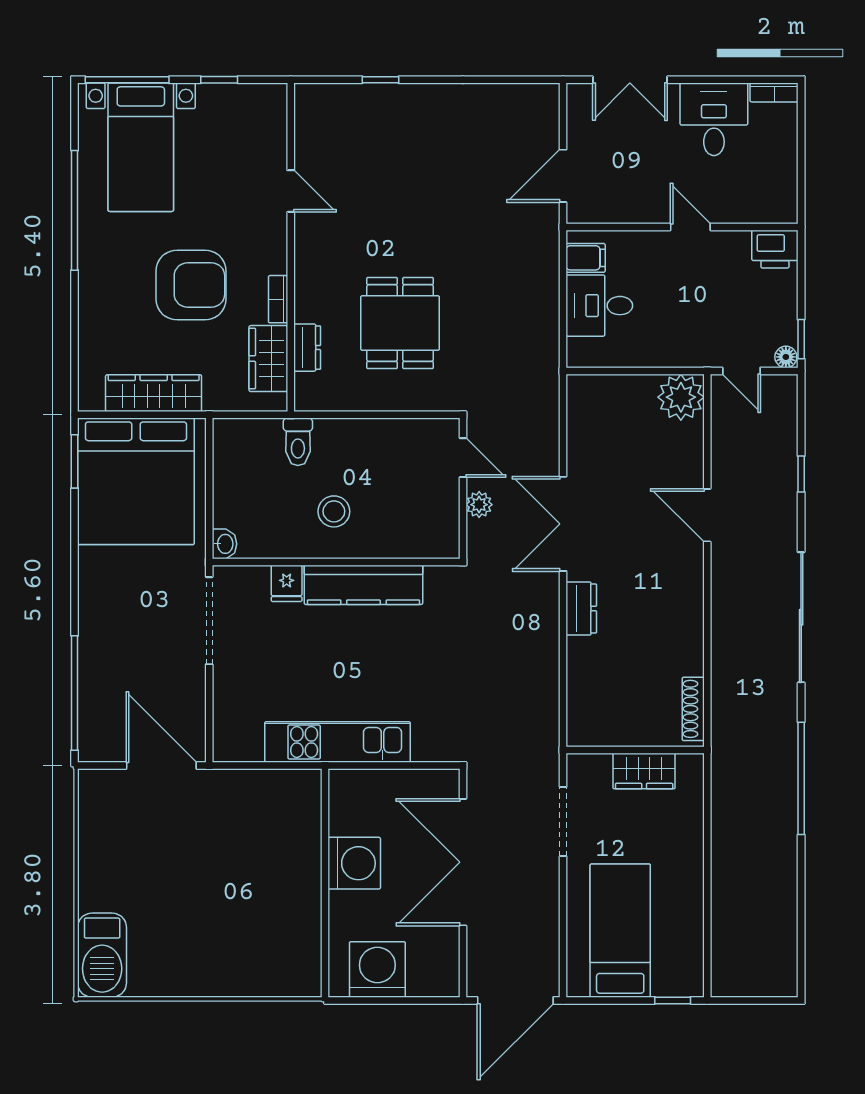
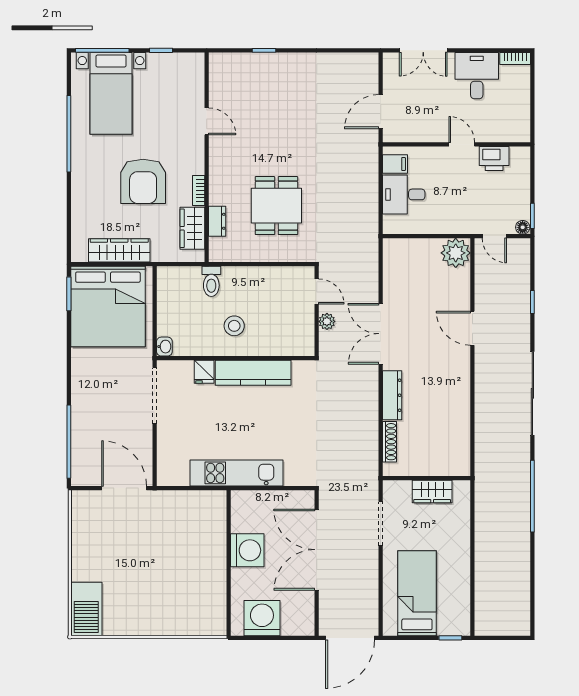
printer: (775, 249) -> (494, 158), moved
armchair: (191, 285) -> (143, 181), turned 90
dresser: (581, 609) -> (392, 395), width x1.44
shoe rack: (693, 709) -> (389, 442), moved, turned 180

